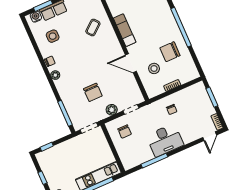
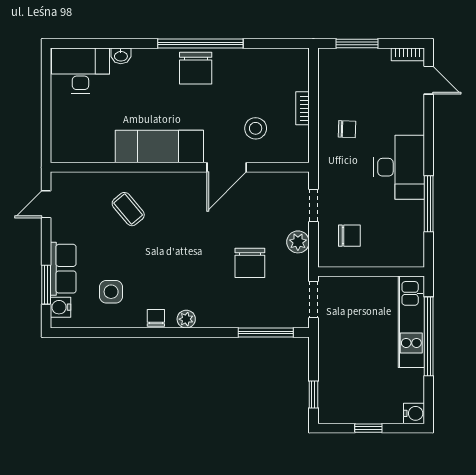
exam couch: (125, 30) -> (159, 147), width x1.36, depth x1.45
chair: (170, 52) -> (196, 68), moved
chair: (93, 92) -> (250, 263), turned 90

